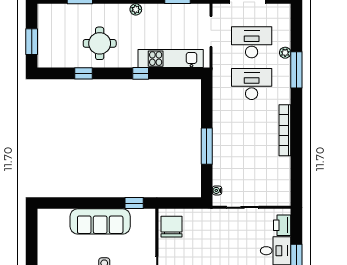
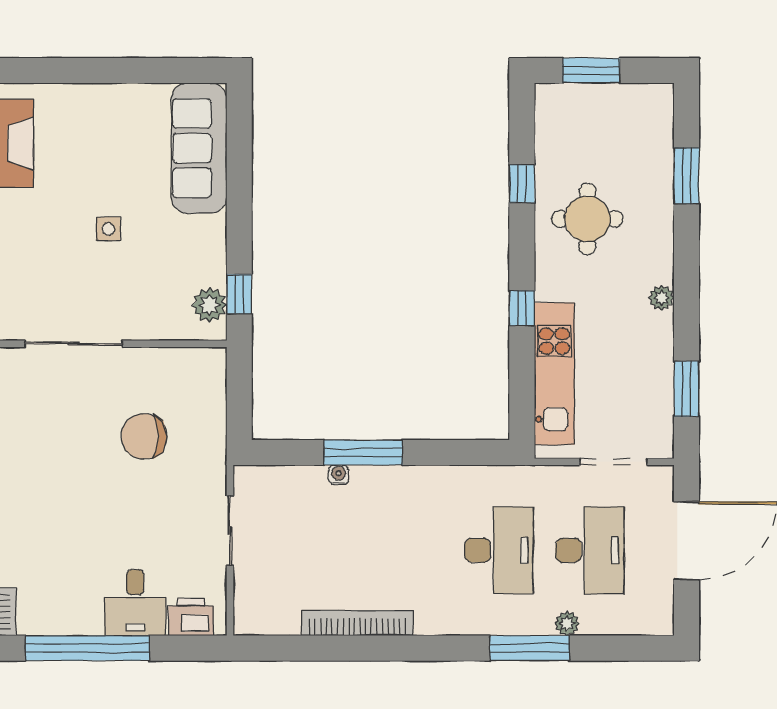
bookcase: (285, 130) -> (357, 623), moved
water cooler: (217, 190) -> (339, 475), moved
plant: (139, 217) -> (210, 305), added
sofa: (100, 221) -> (199, 148), moved
chair: (172, 227) -> (144, 436), moved, turned 180

